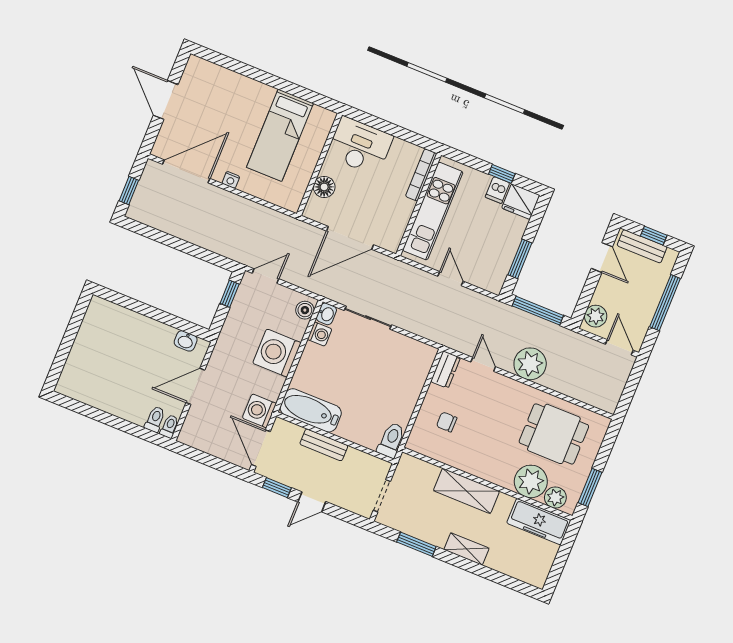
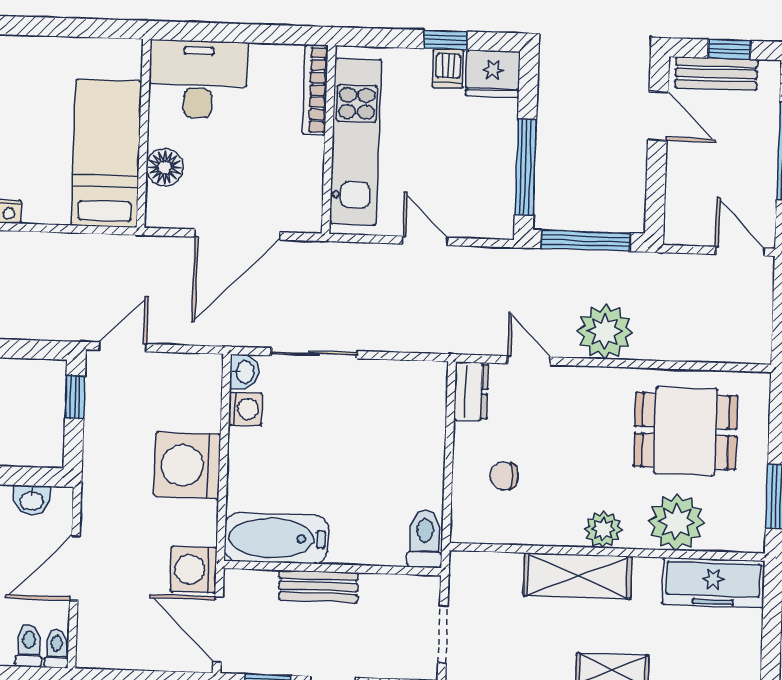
bed: (280, 135) -> (106, 153), moved, turned 180
window: (520, 259) -> (526, 167), width x1.44
boiler: (305, 310) -> (207, 379), removed
plant: (596, 316) -> (683, 215), removed
plant: (555, 498) -> (603, 529), moved

